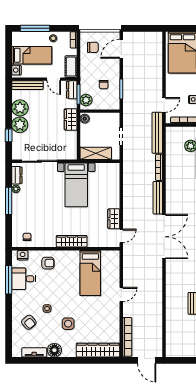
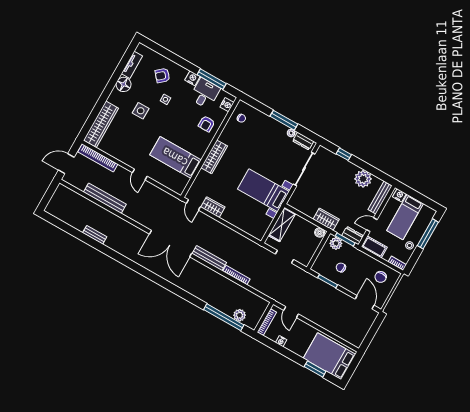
plant: (20, 125) -> (348, 170), removed
bench: (157, 133) -> (105, 198), moved
nightstand: (17, 296) -> (192, 78), added

